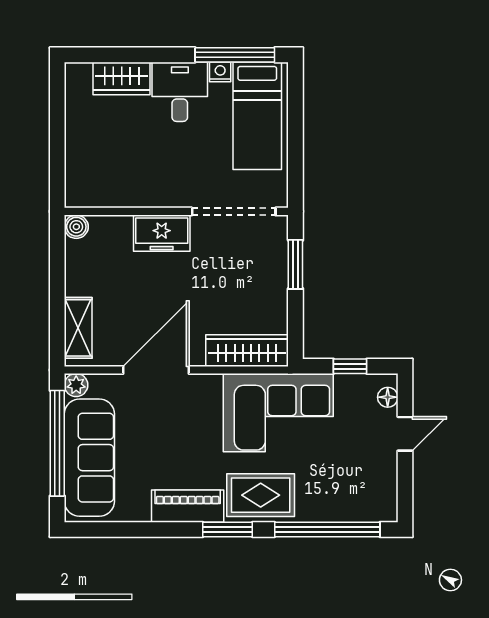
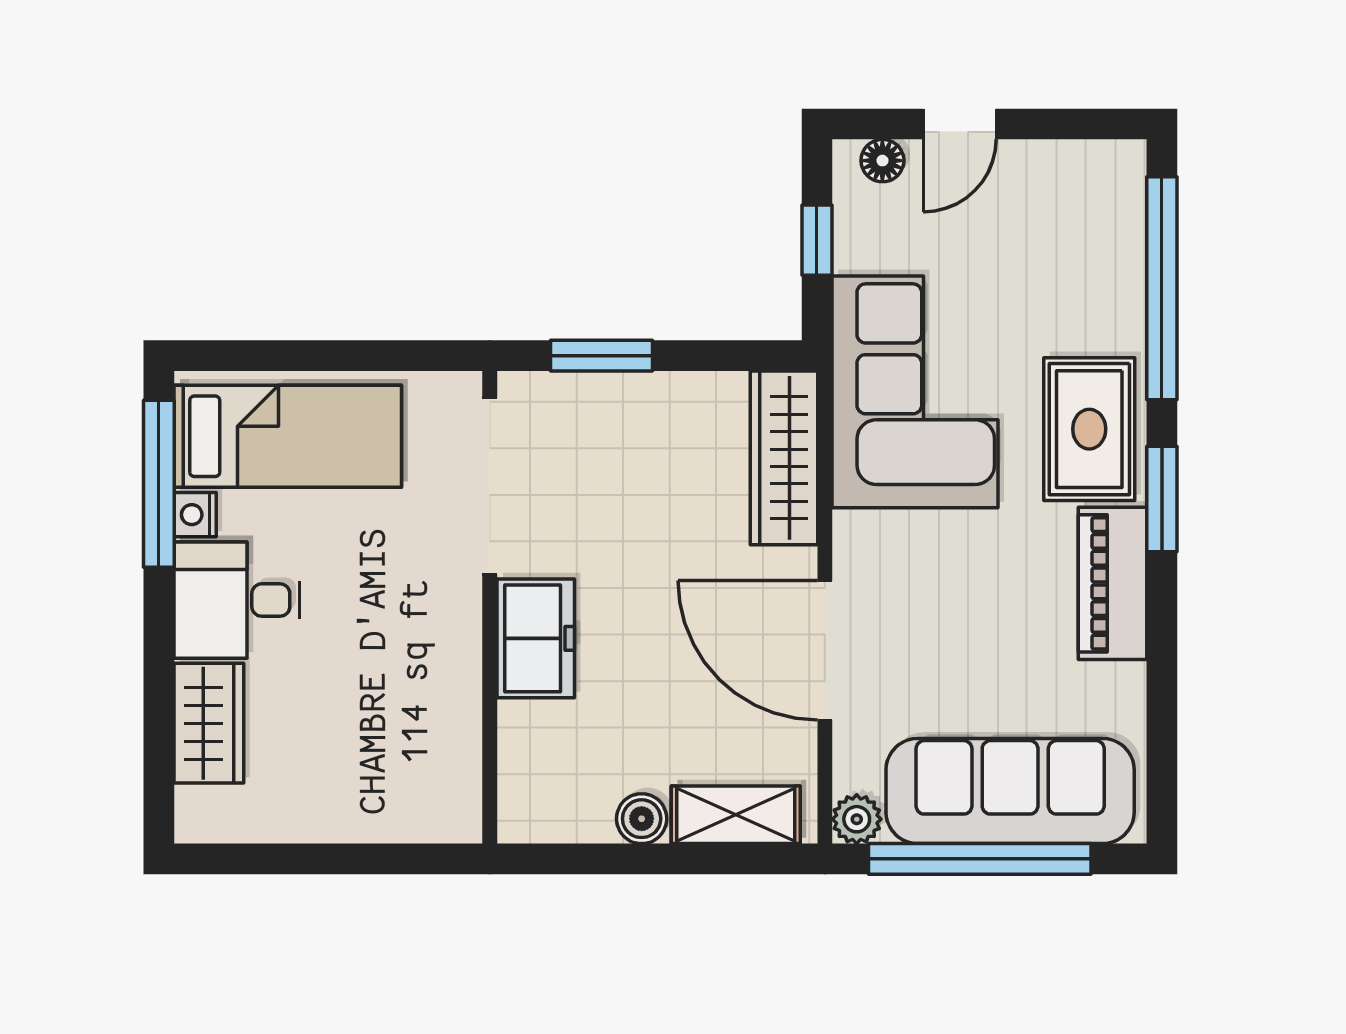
boiler: (76, 227) -> (642, 819), moved
door: (405, 434) -> (960, 124), swing flipped

